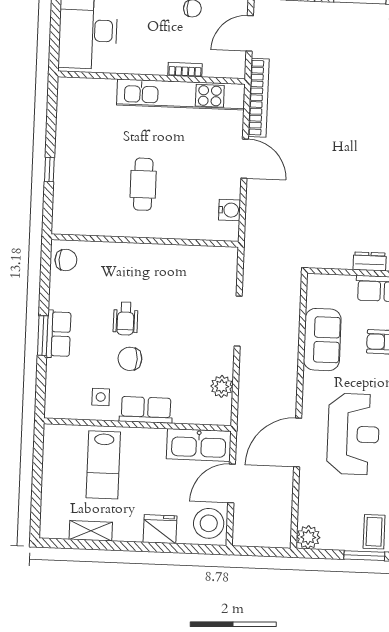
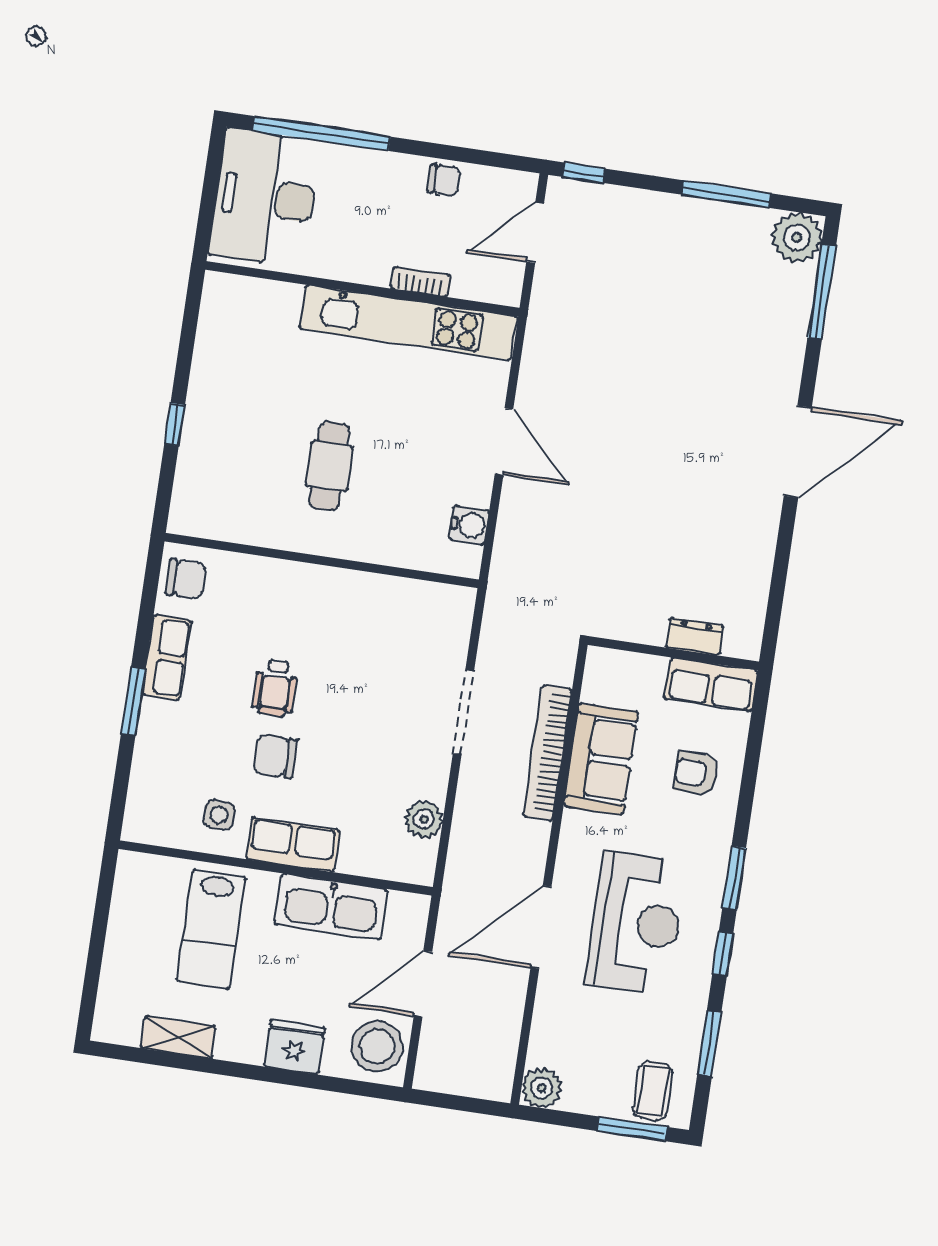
bookcase: (259, 98) -> (548, 753), moved, turned 180
row of seats: (59, 334) -> (167, 657), moved
kitchen sink: (199, 445) -> (331, 907), moved

